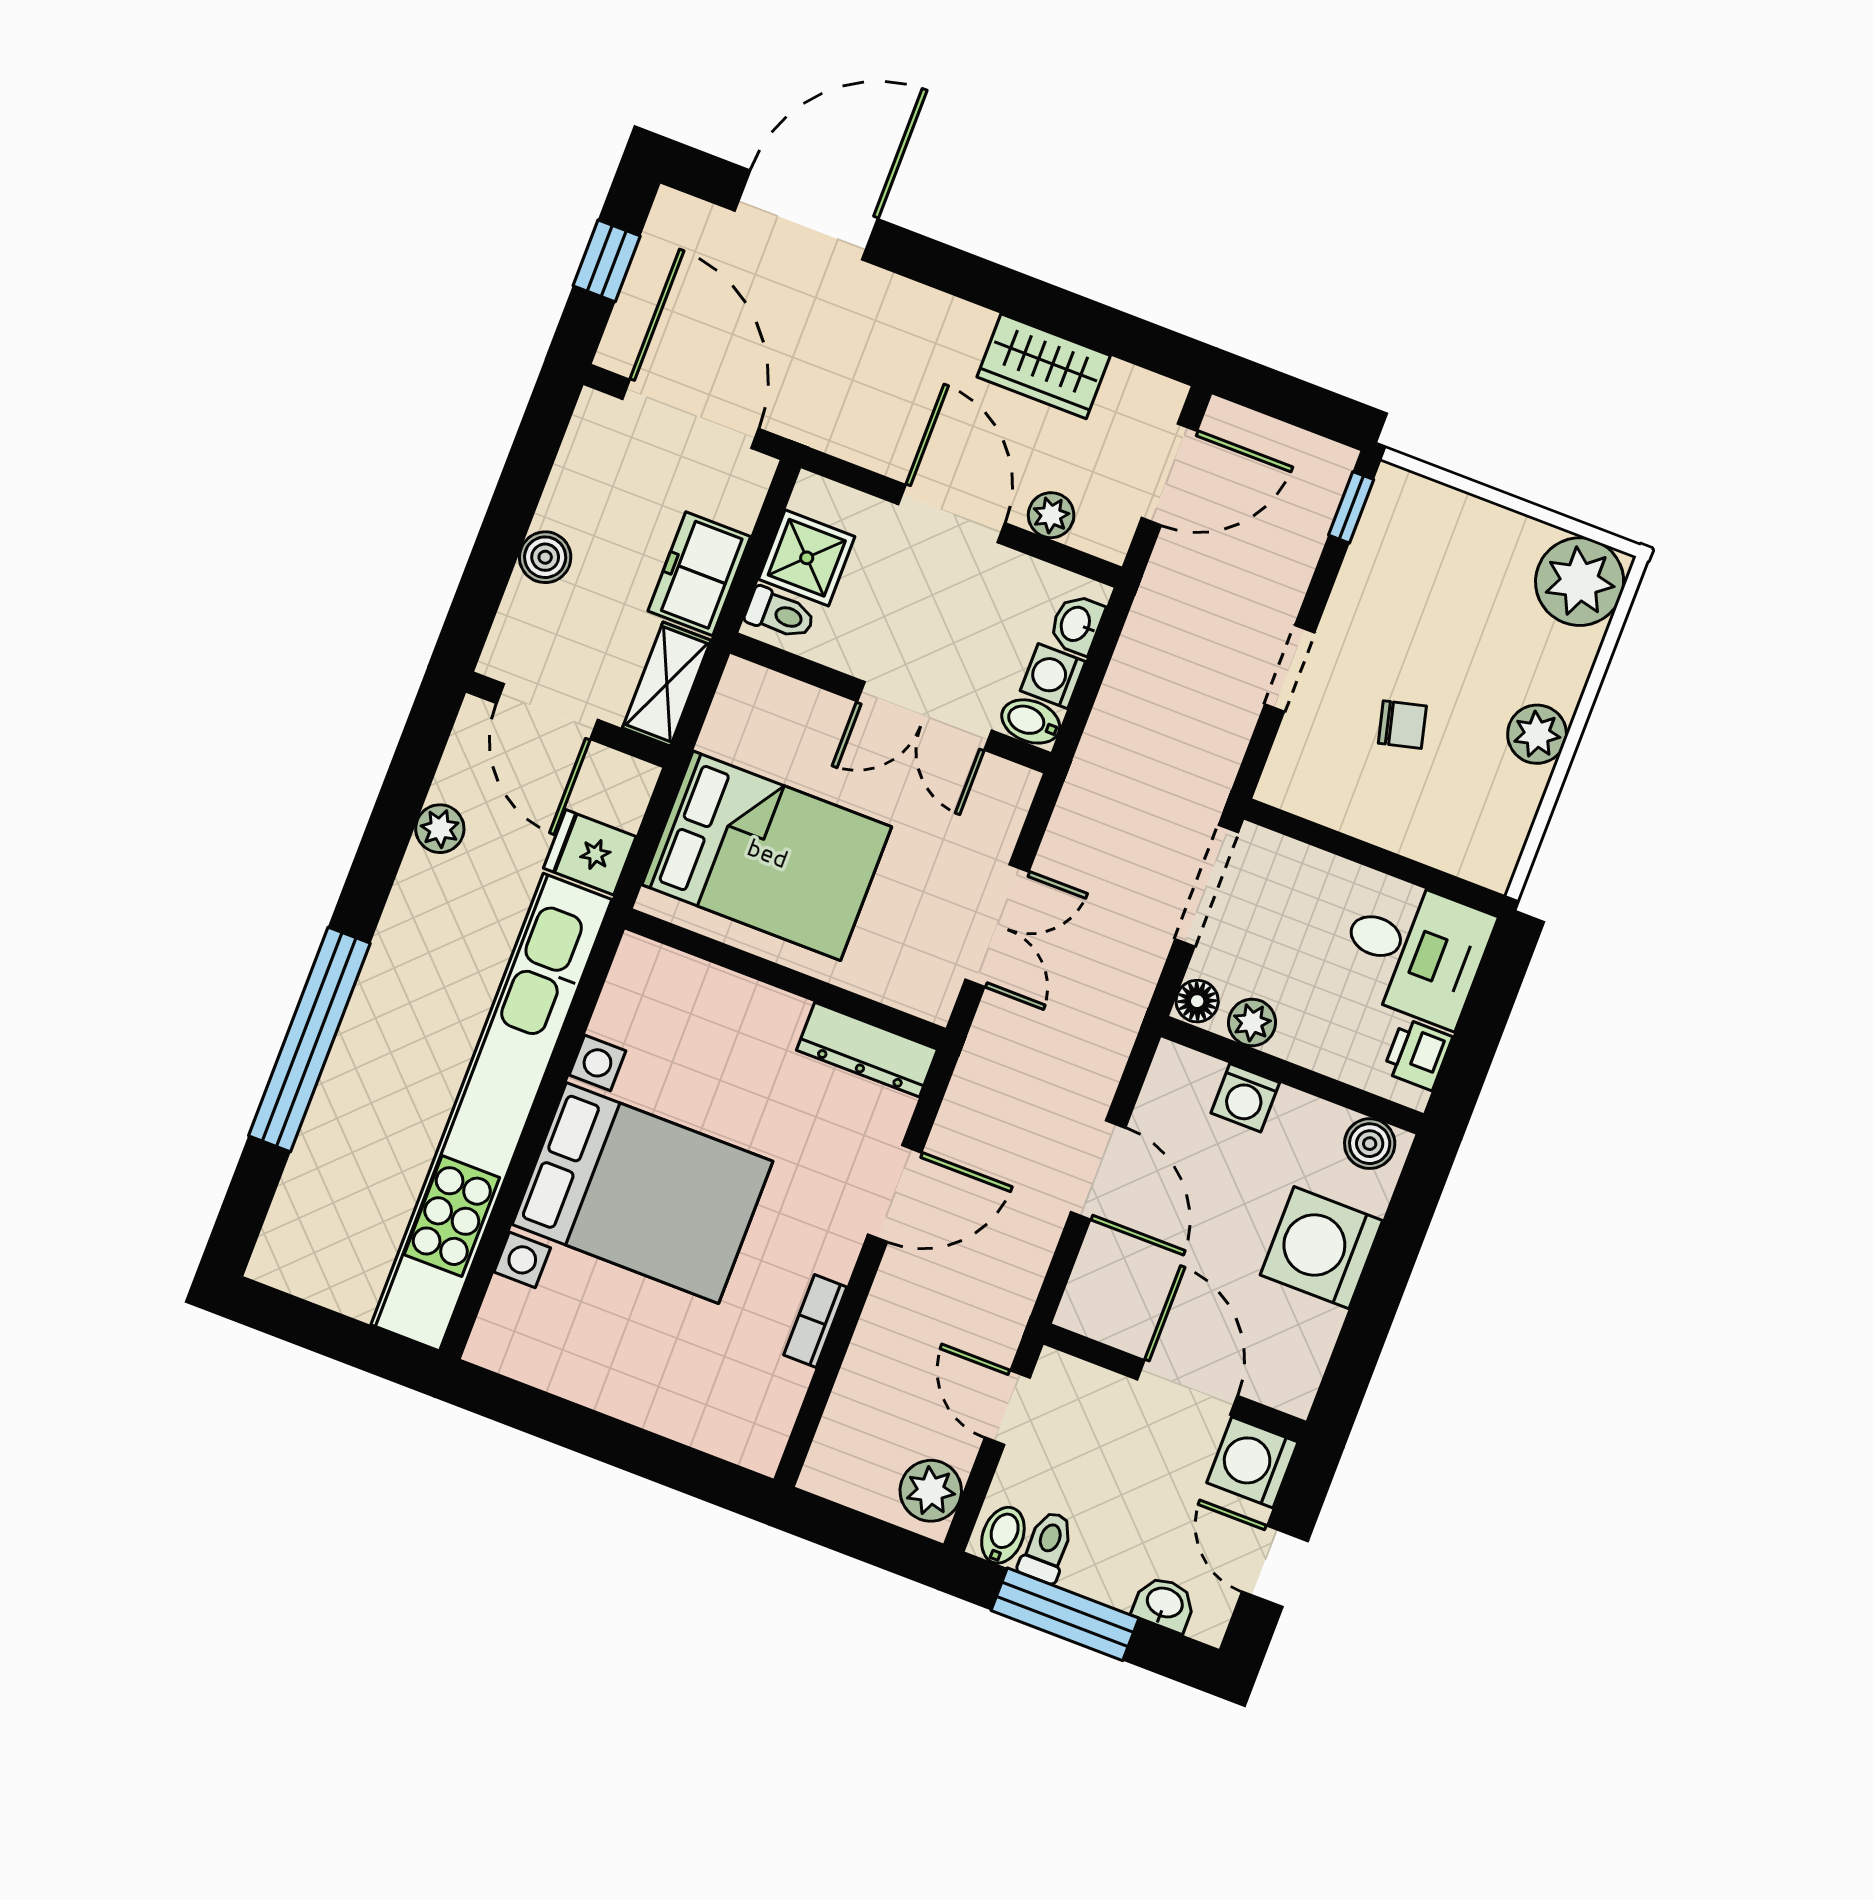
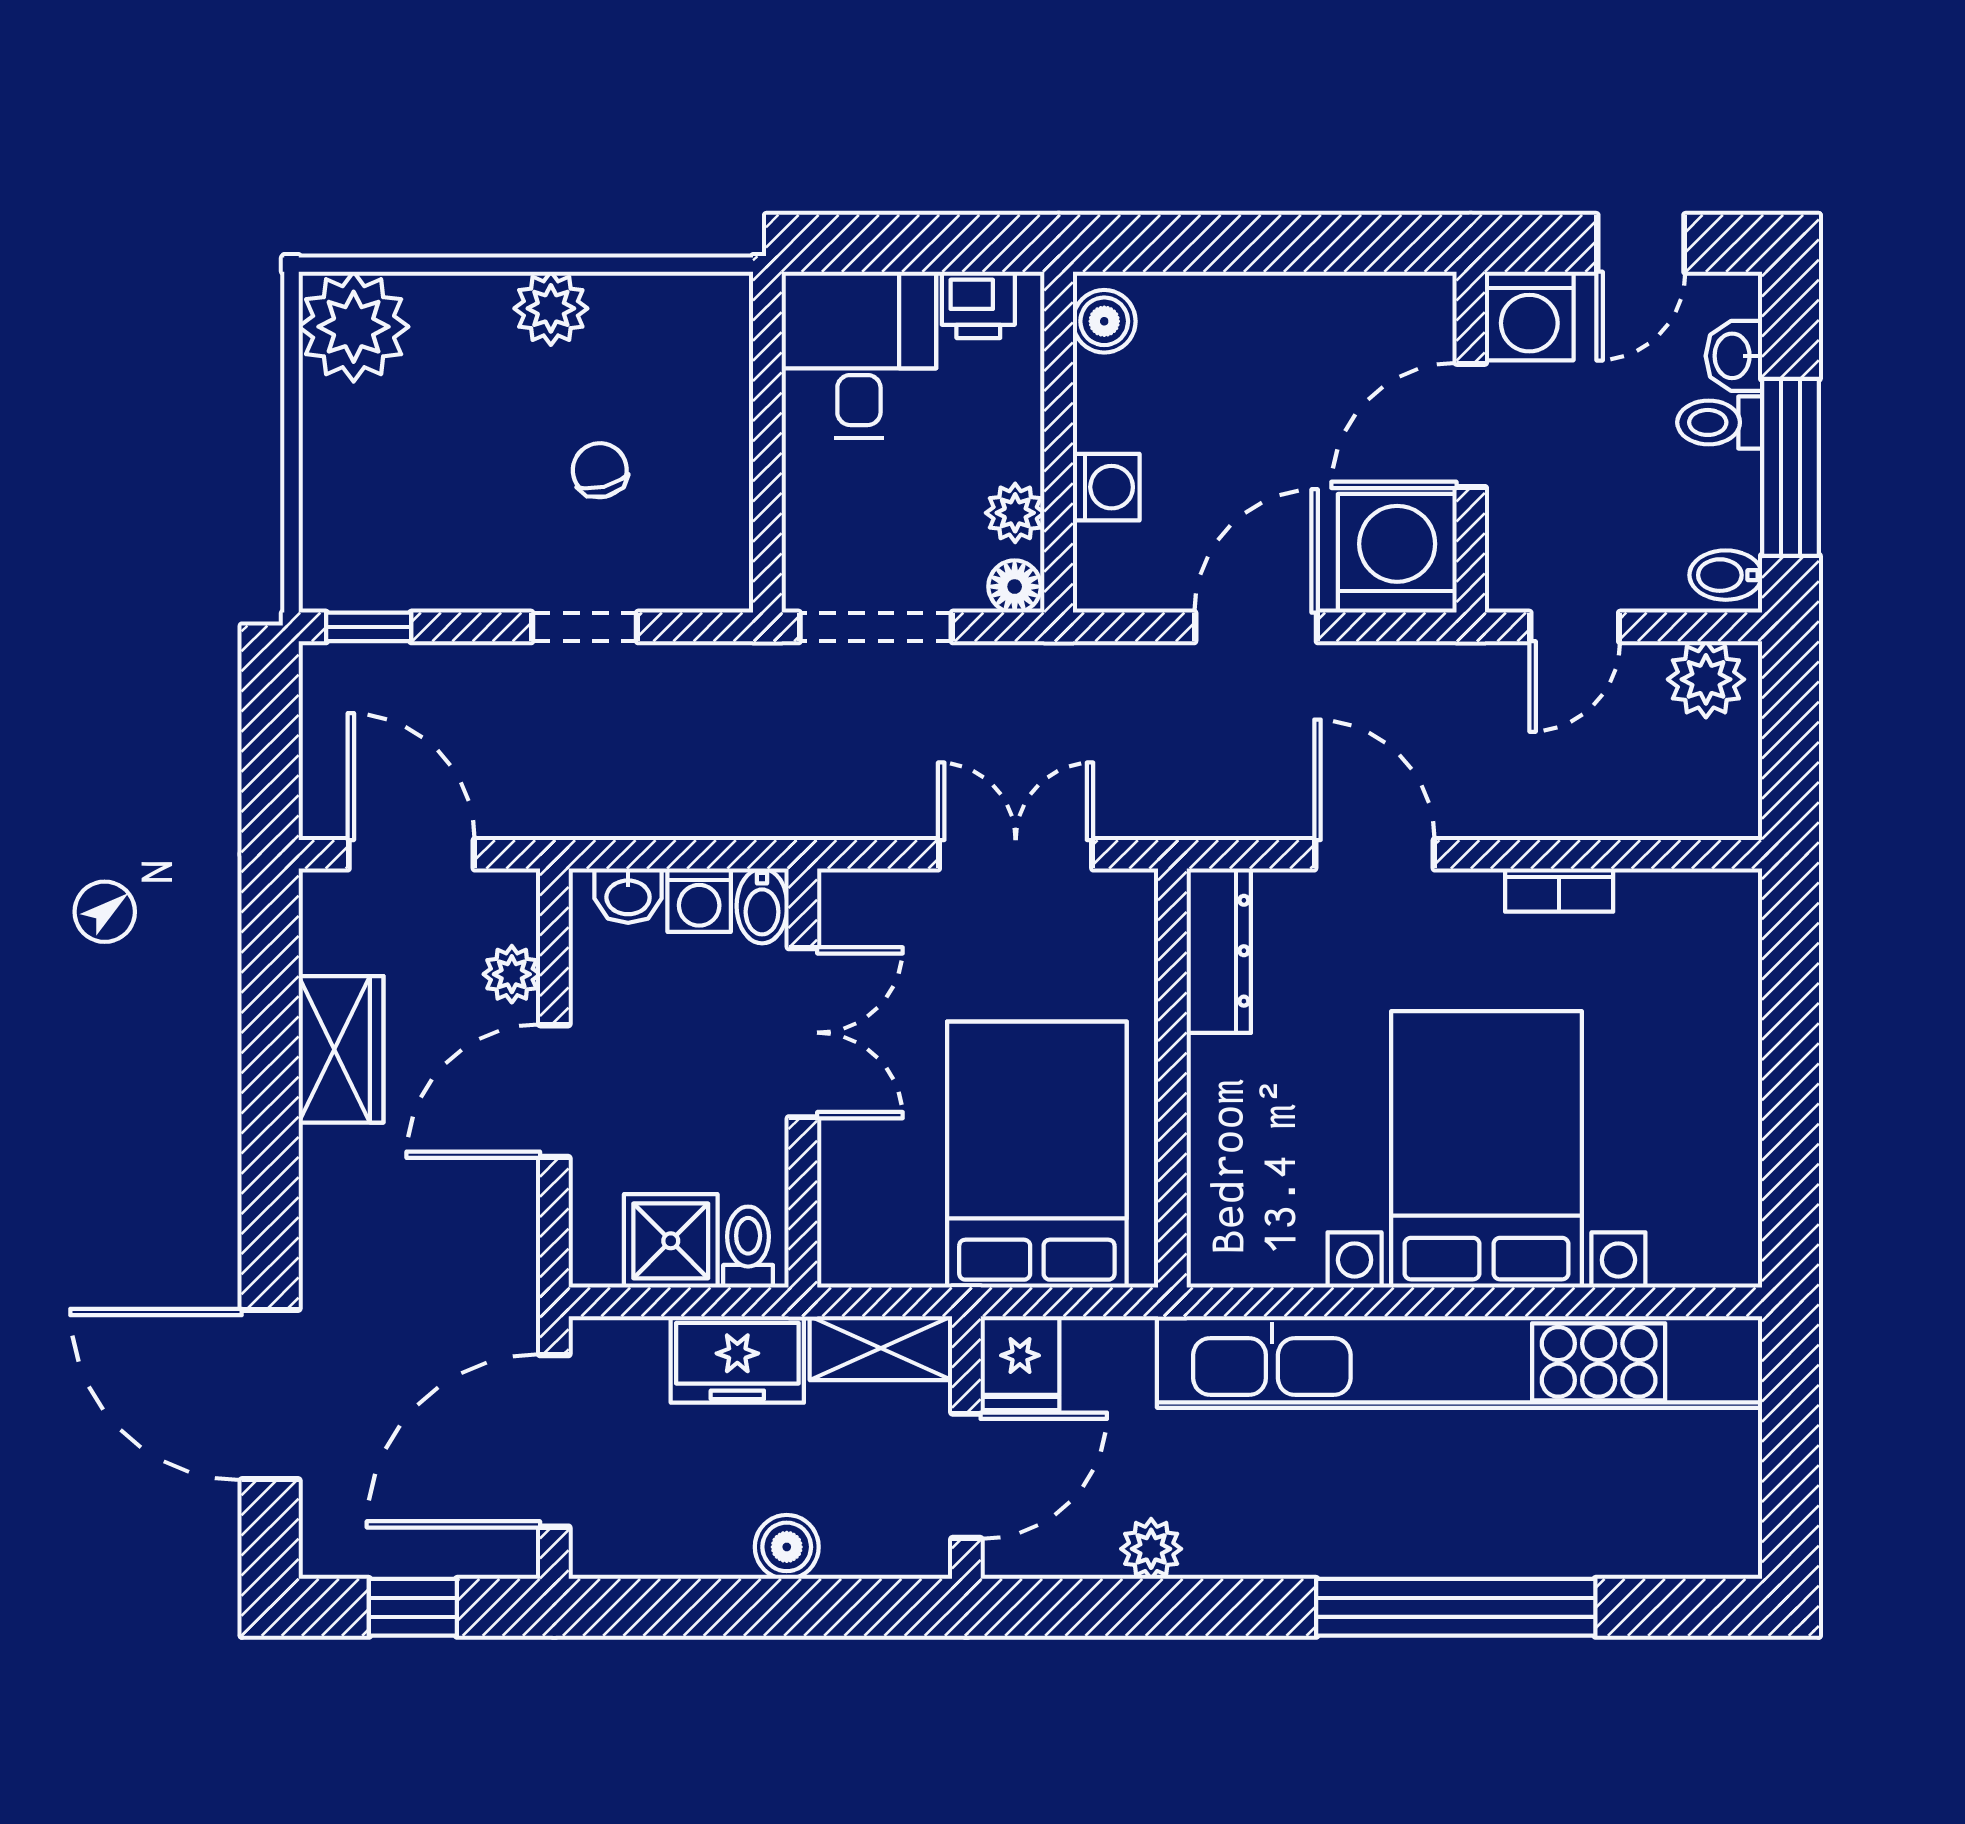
fridge: (590, 852) -> (1020, 1363), moved
washing machine: (1321, 1248) -> (1397, 553), moved, turned 180
toilet: (1047, 1547) -> (1720, 422), moved

